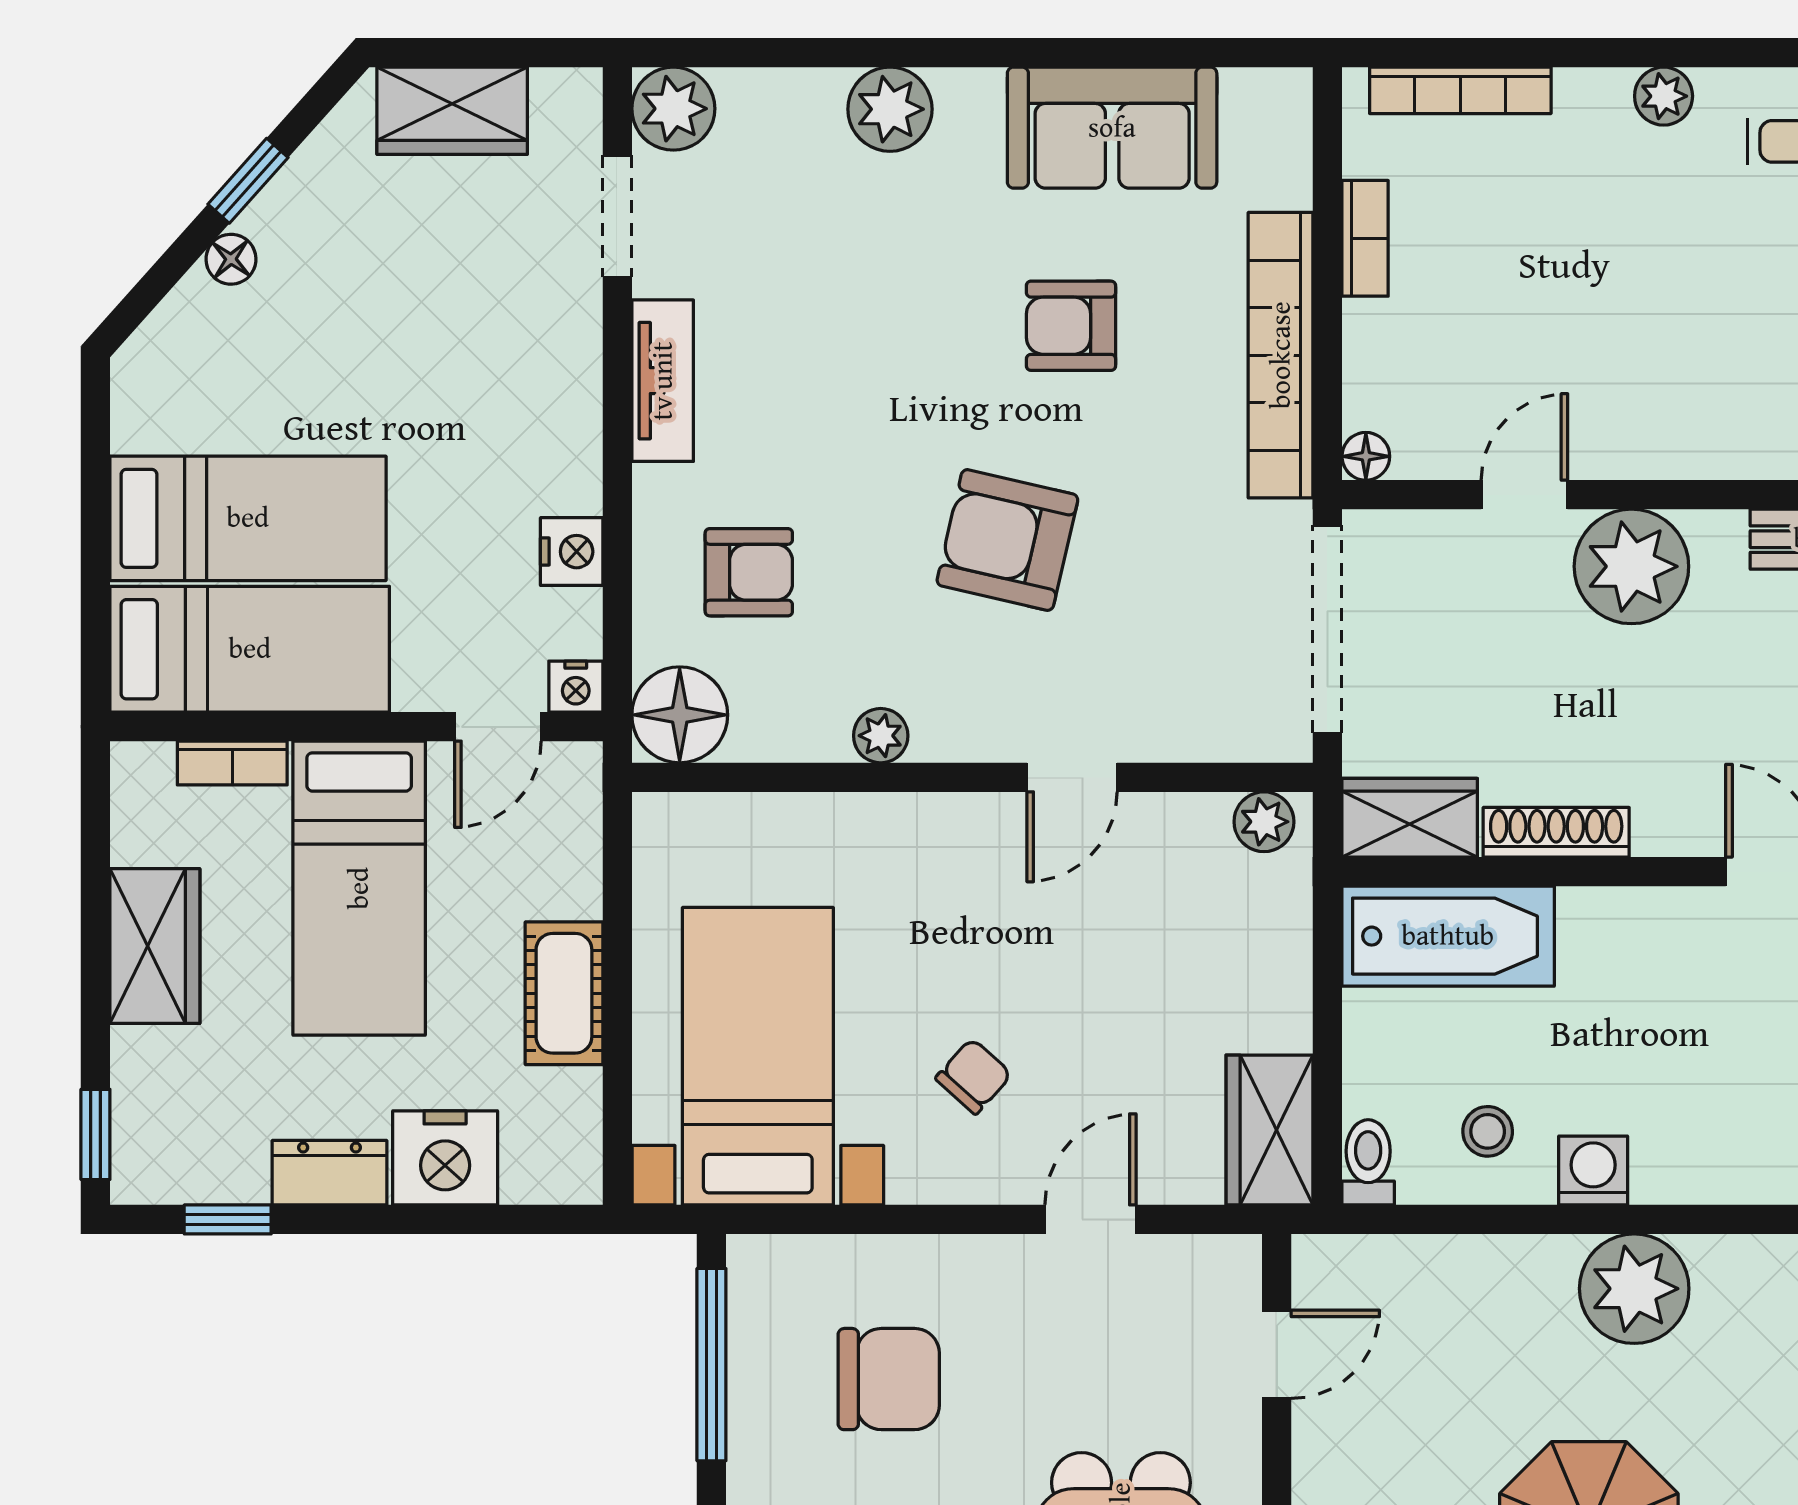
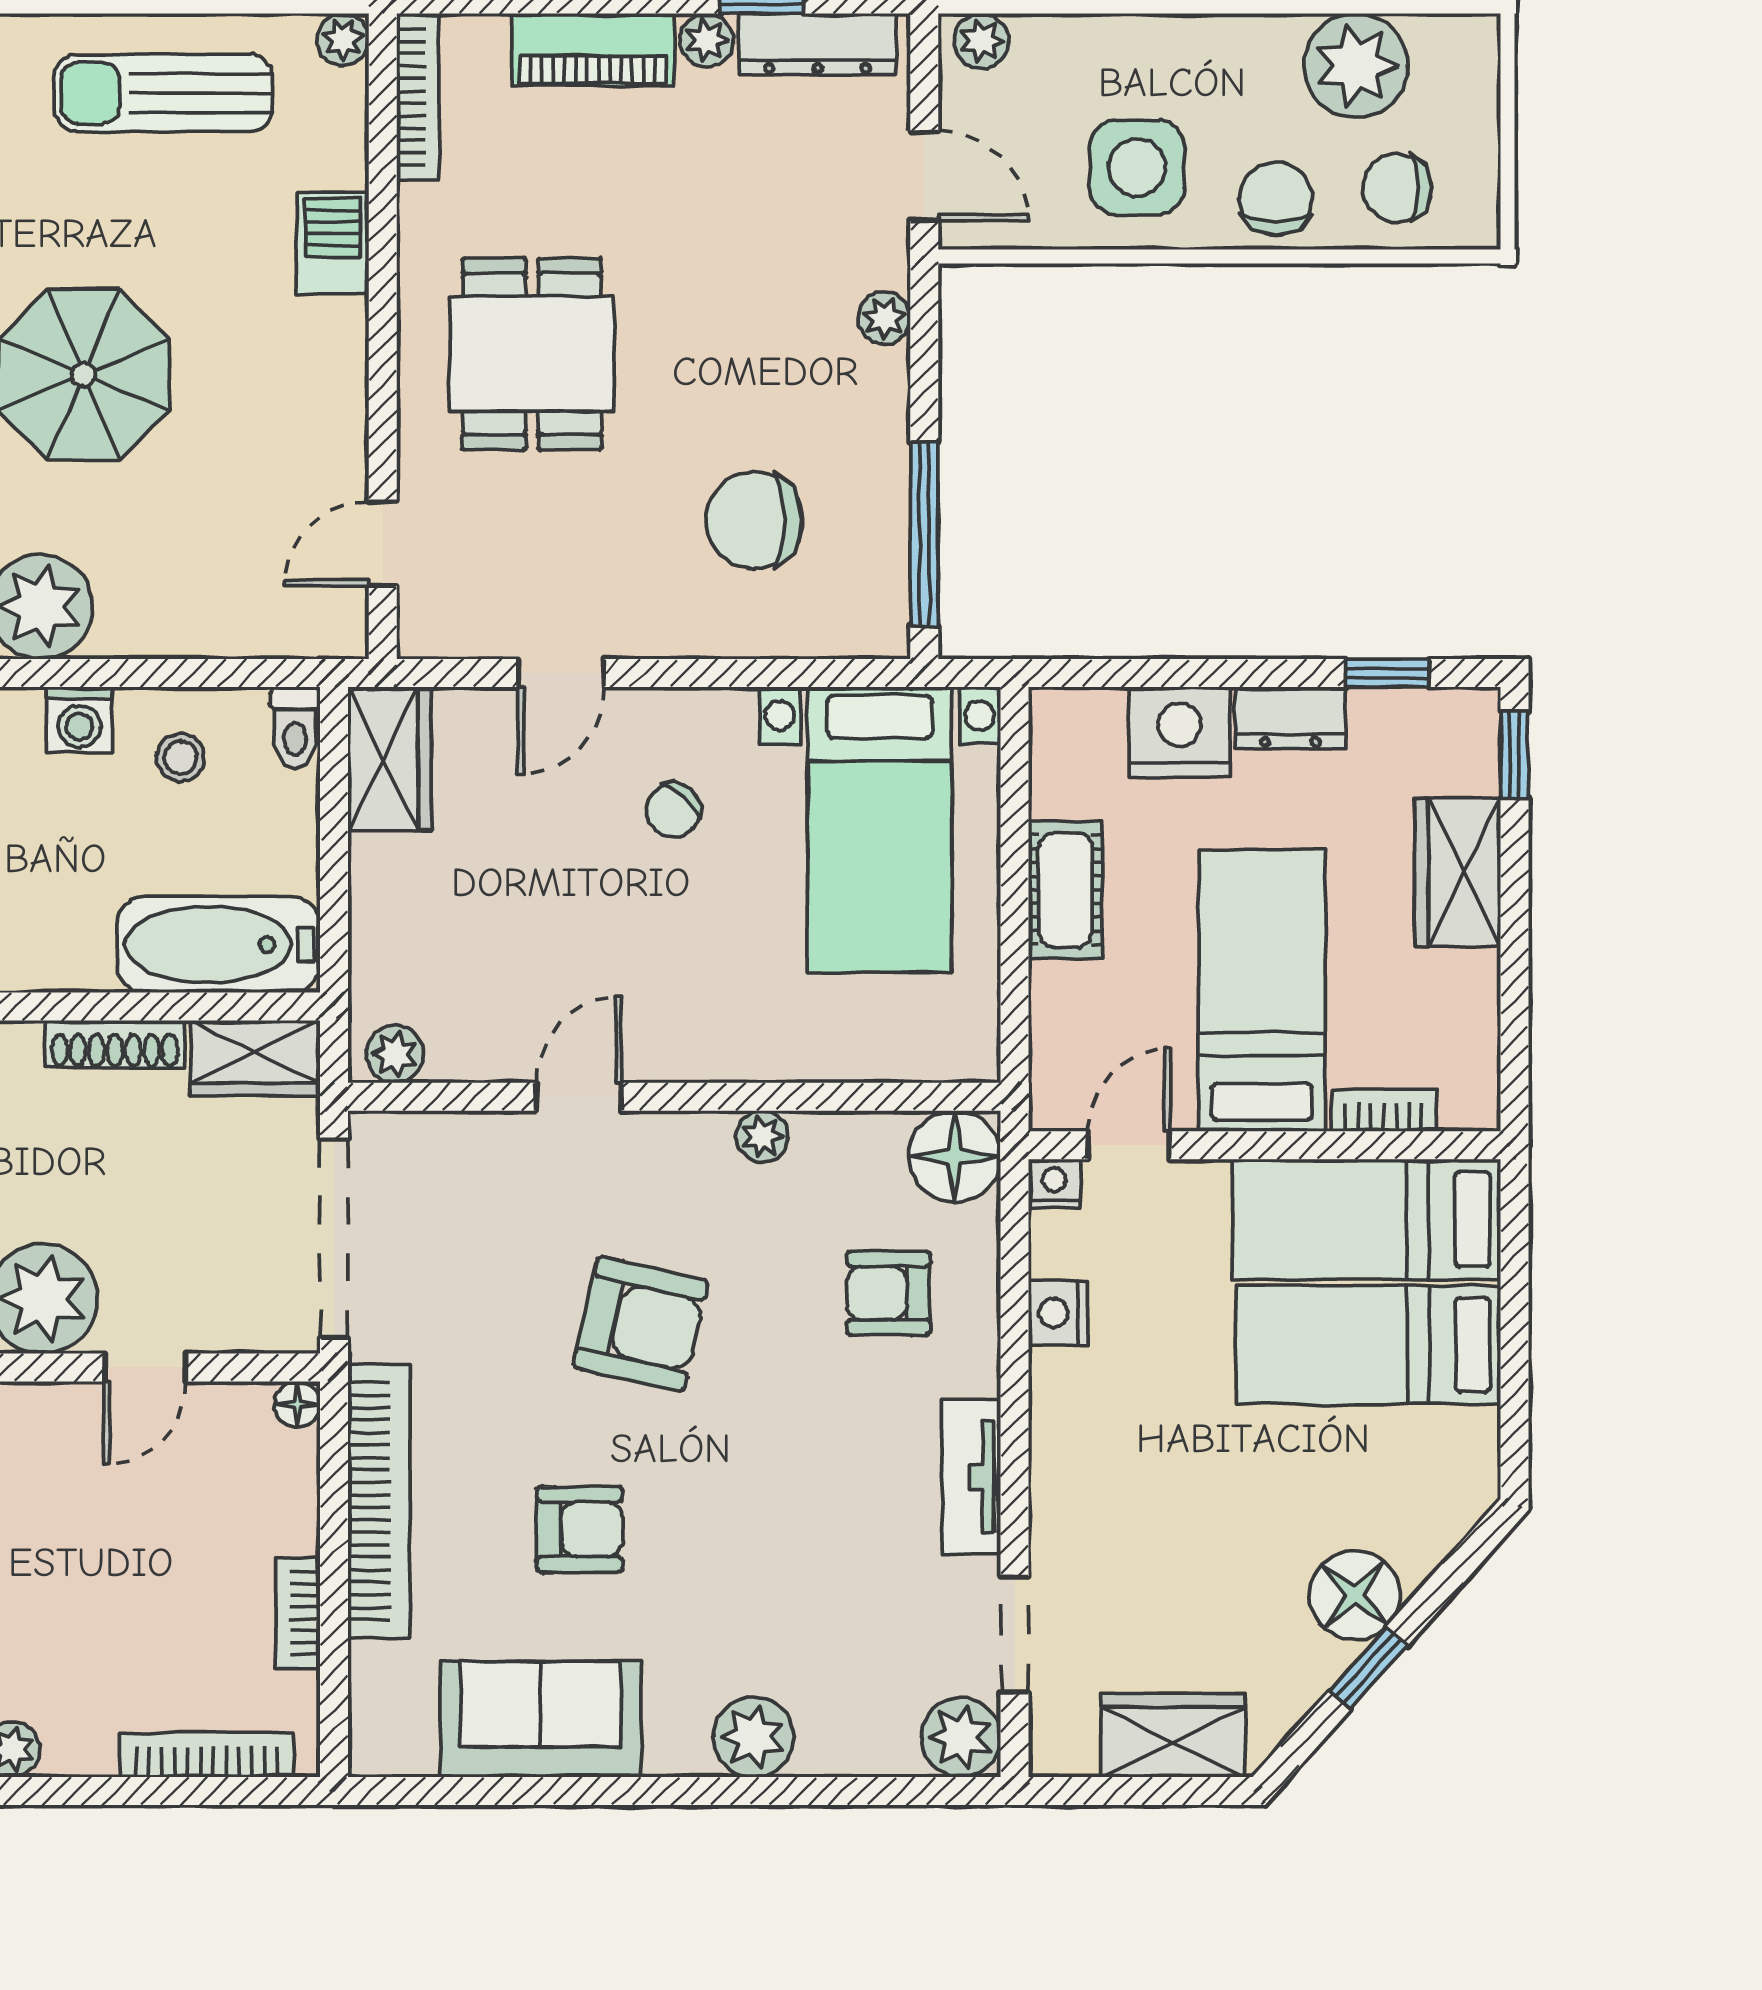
floor lamp: (231, 259) -> (1355, 1595), width x1.89, depth x1.89
wardrobe: (155, 946) -> (1458, 872), moved

